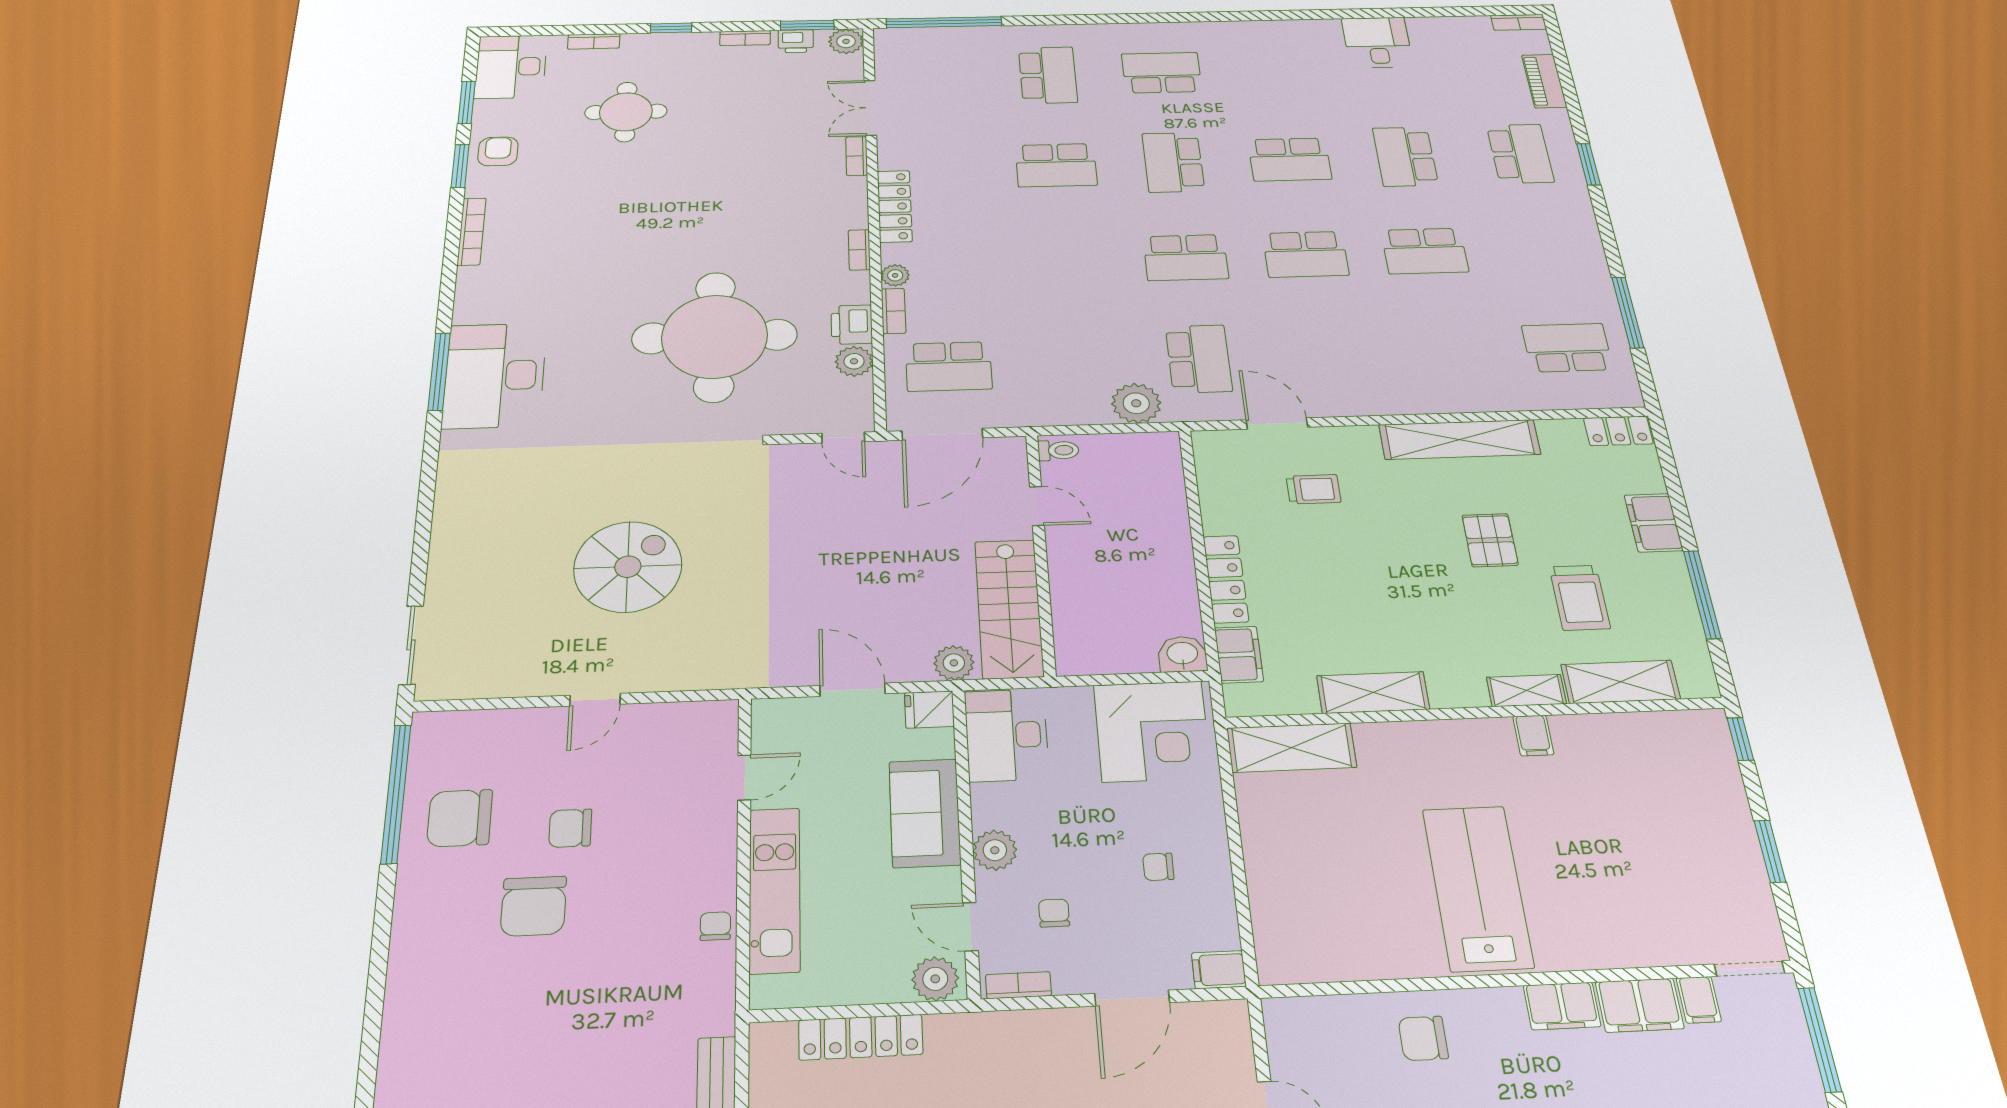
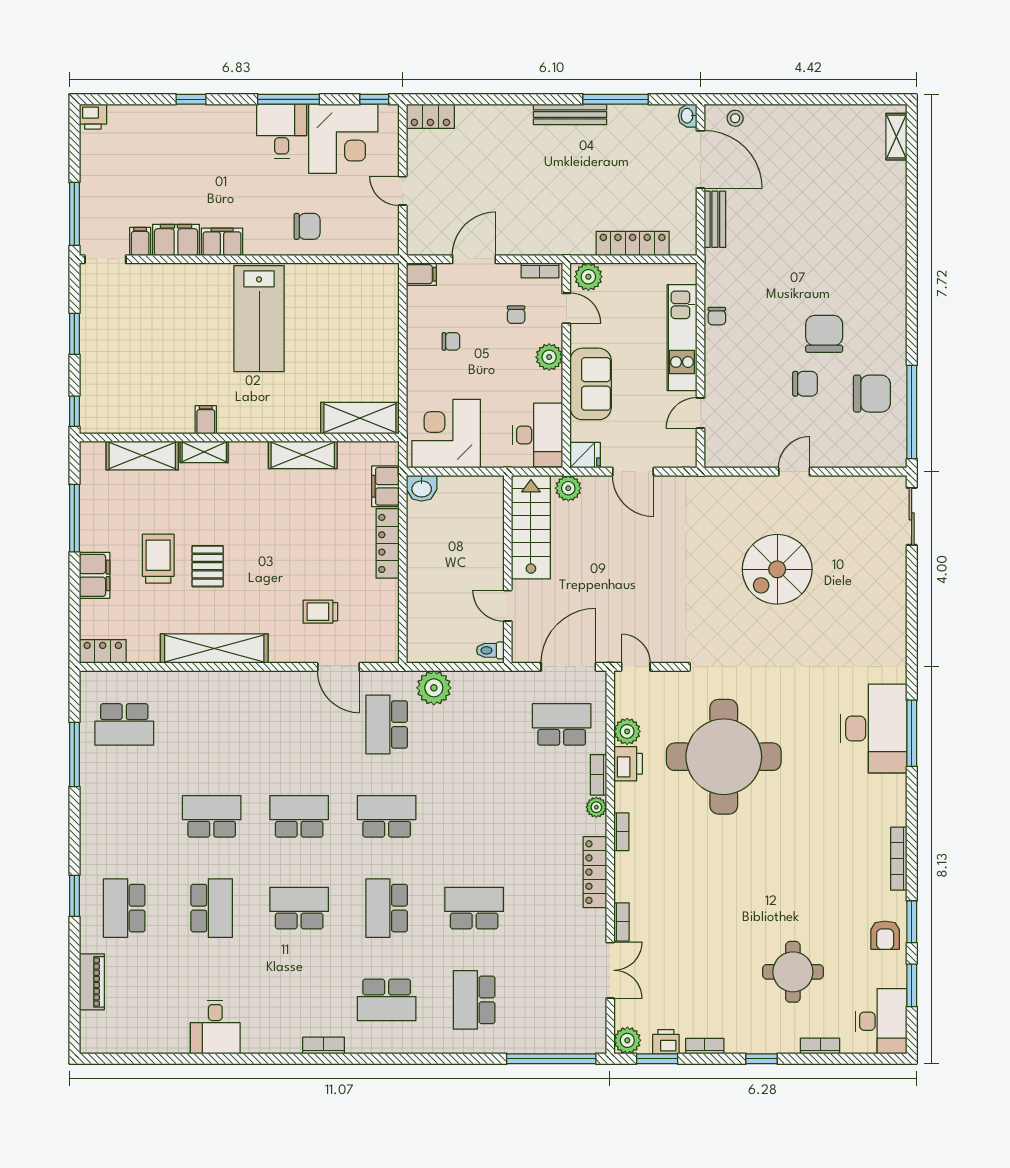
bookcase: (1519, 22) -> (324, 1045), moved
school desk: (1173, 162) -> (387, 908), turned 180
trolley: (1580, 598) -> (158, 559), moved

